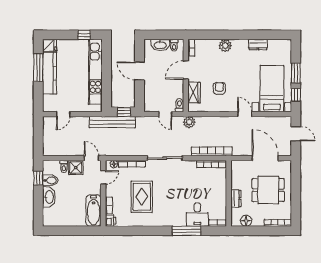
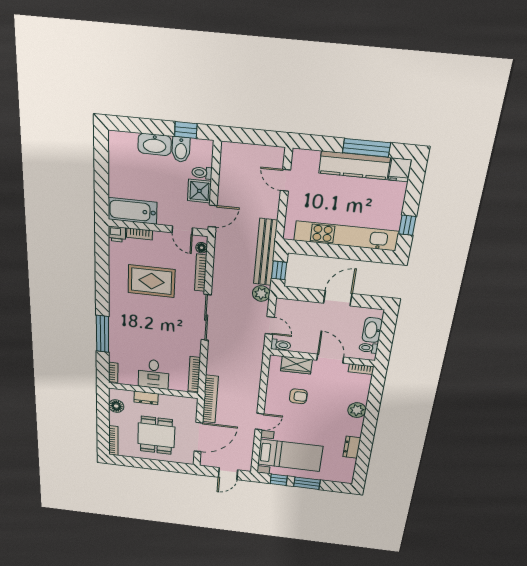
door: (165, 114) -> (270, 325), swing flipped
plant: (189, 122) -> (261, 293), moved
bookcase: (212, 151) -> (210, 399), moved
desk: (197, 215) -> (154, 374), moved, turned -90

